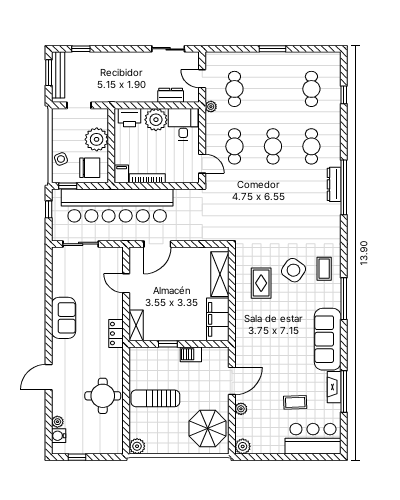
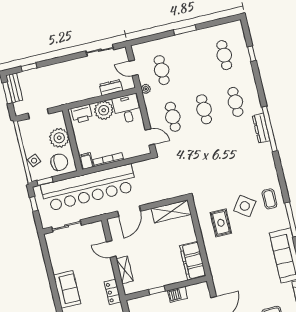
bench: (58, 75) -> (14, 88), width x0.73
shelving: (220, 274) -> (171, 211), moved, turned 90
shelving: (136, 325) -> (125, 270), moved

